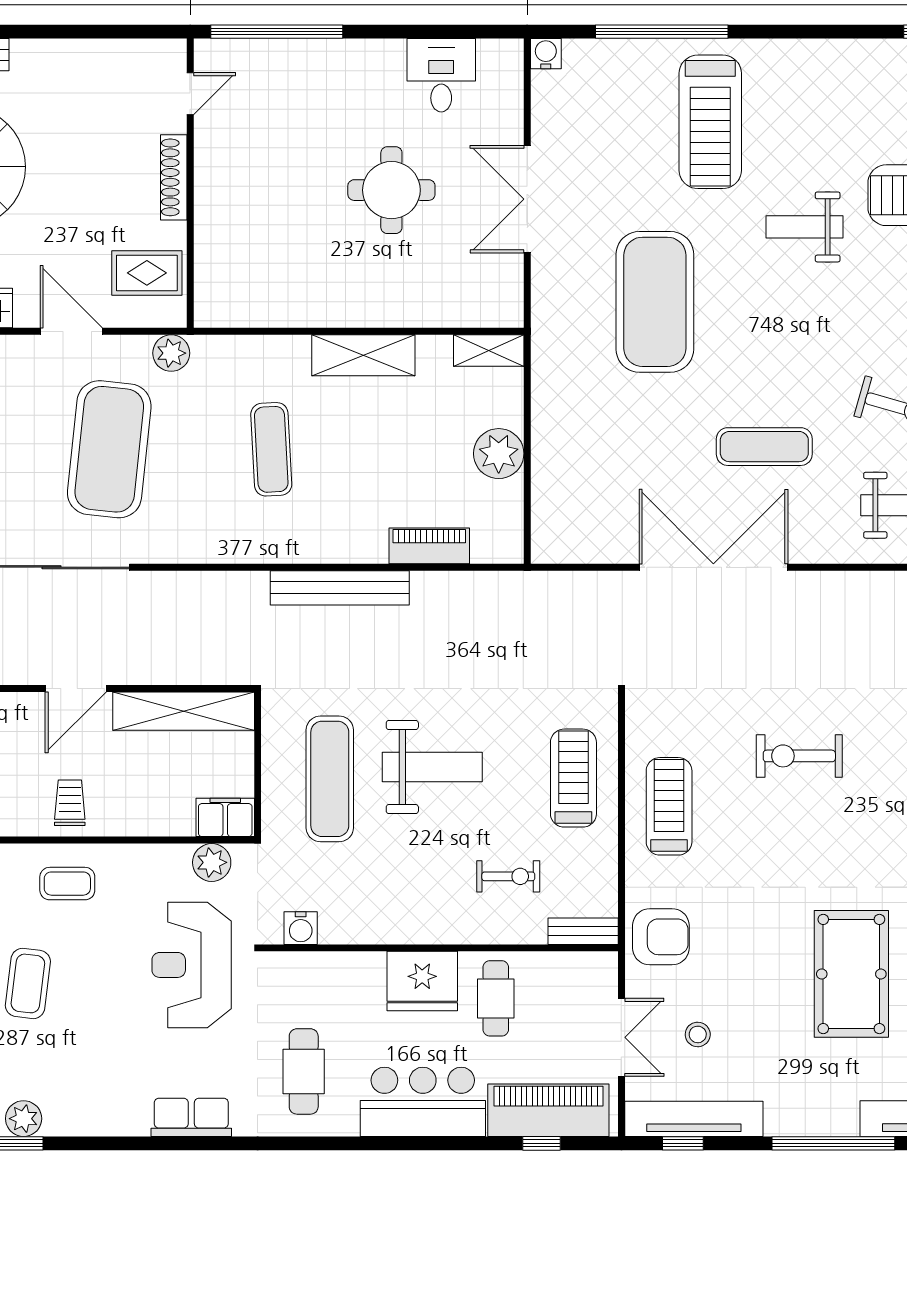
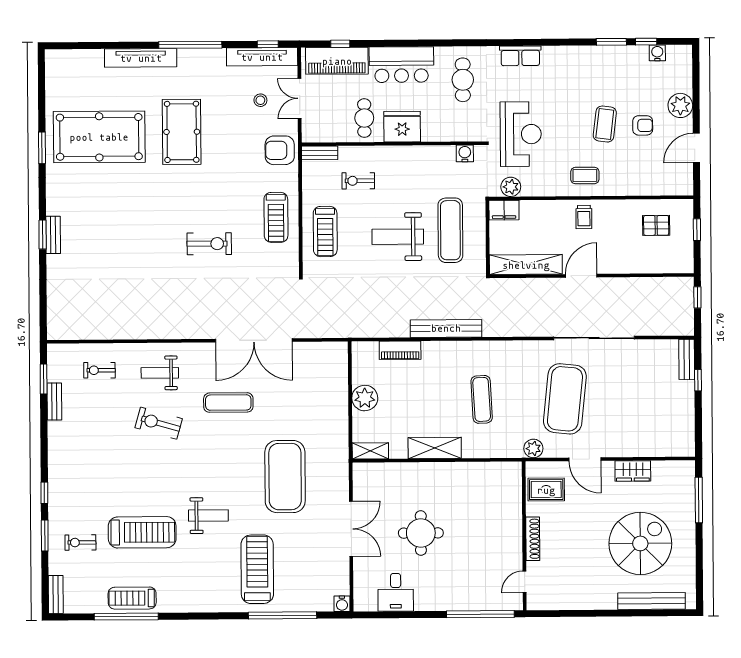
plant: (24, 1119) -> (607, 55), removed

